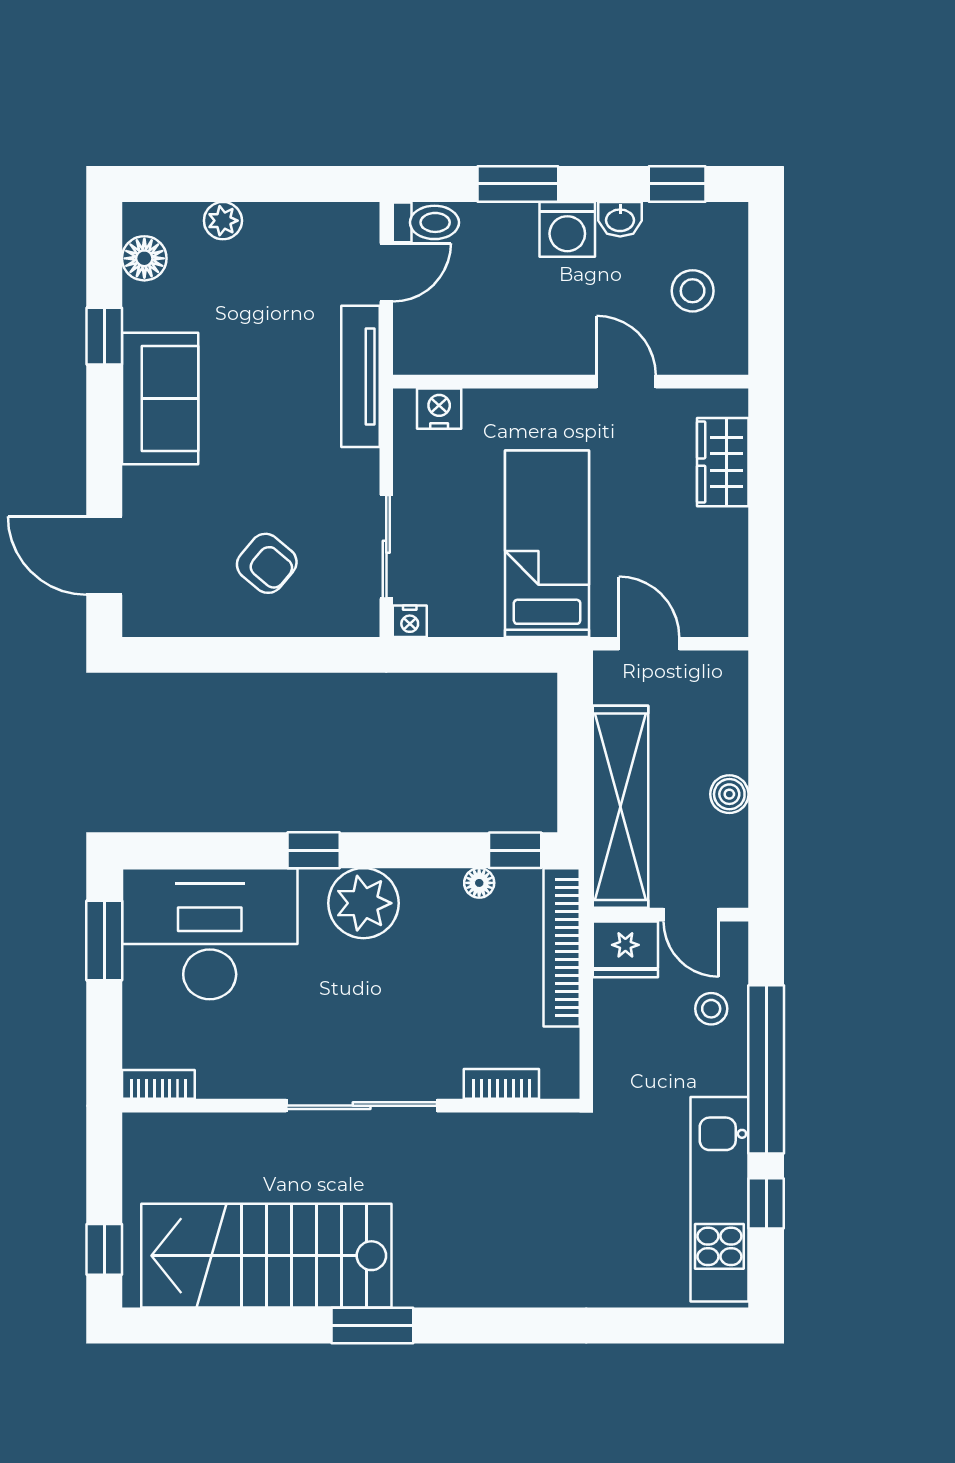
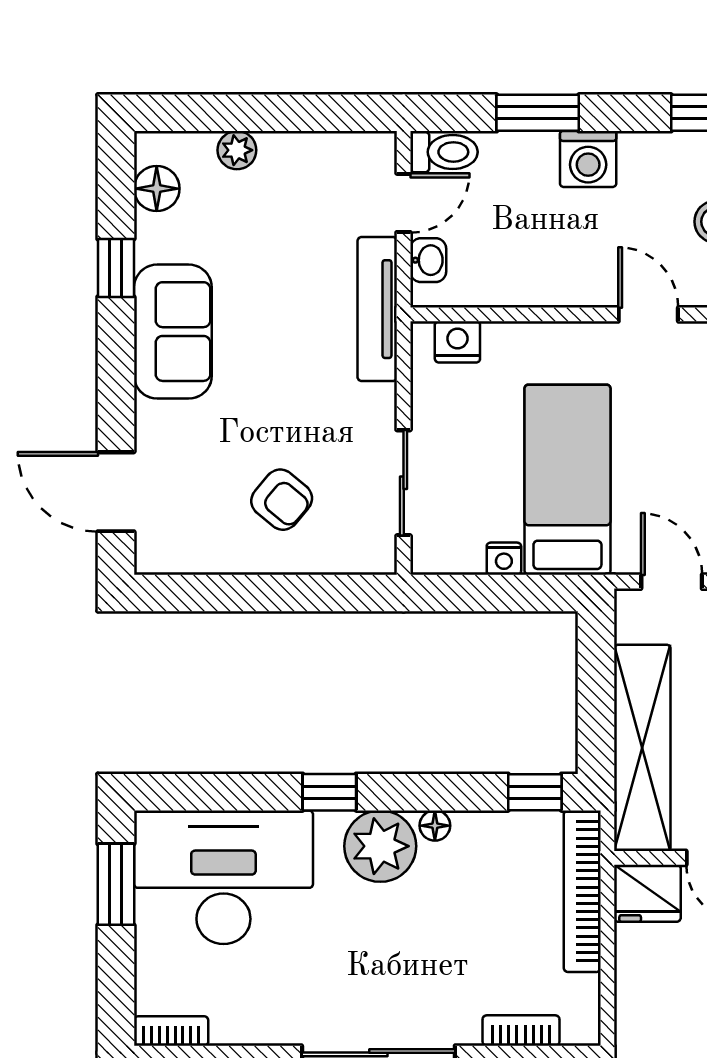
washbasin: (620, 219) -> (428, 260), moved, turned -90
nightstand: (410, 621) -> (504, 559), moved
floor lamp: (479, 883) -> (435, 826), moved

